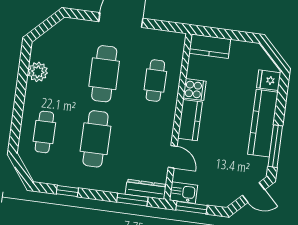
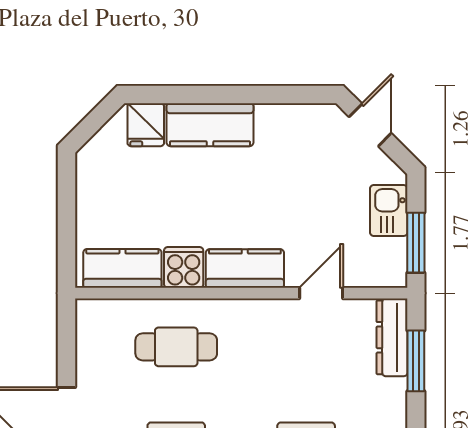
kitchen counter: (210, 46) -> (122, 268), moved, turned -90
kitchen counter: (263, 123) -> (210, 125), width x0.67
window: (275, 146) -> (274, 94), removed
kitchen sink: (183, 193) -> (389, 211), moved

